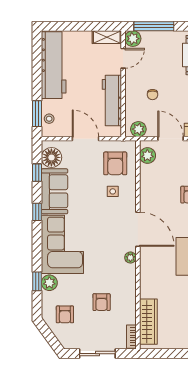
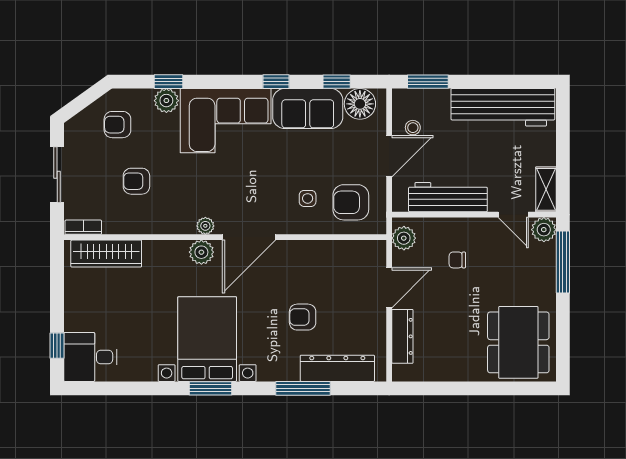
stool: (49, 119) -> (413, 128), moved
plant: (147, 156) -> (201, 252), moved

